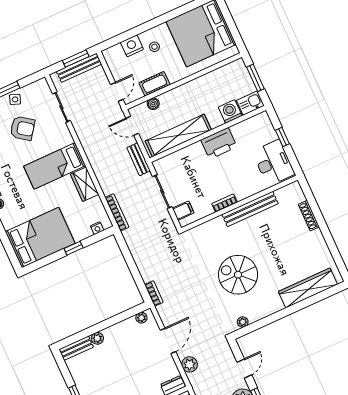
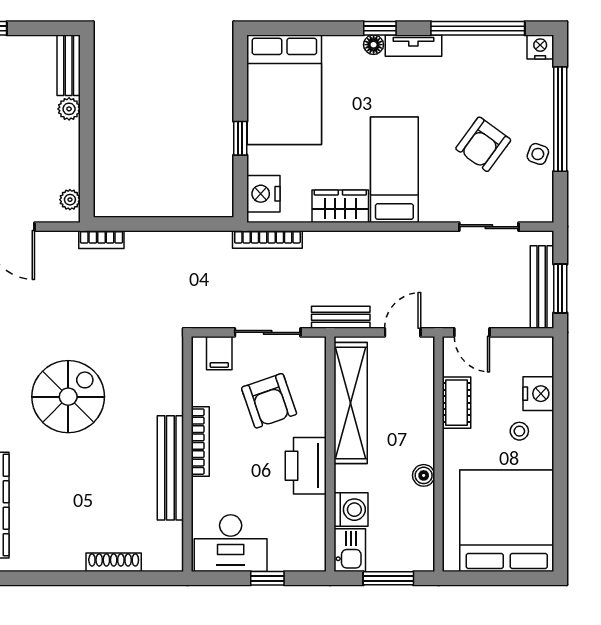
boiler: (153, 104) -> (424, 475), moved
armchair: (195, 176) -> (269, 401), added
bookcase: (224, 203) -> (200, 442), width x1.56
nightstand: (97, 228) -> (263, 194), width x1.89, depth x1.79

